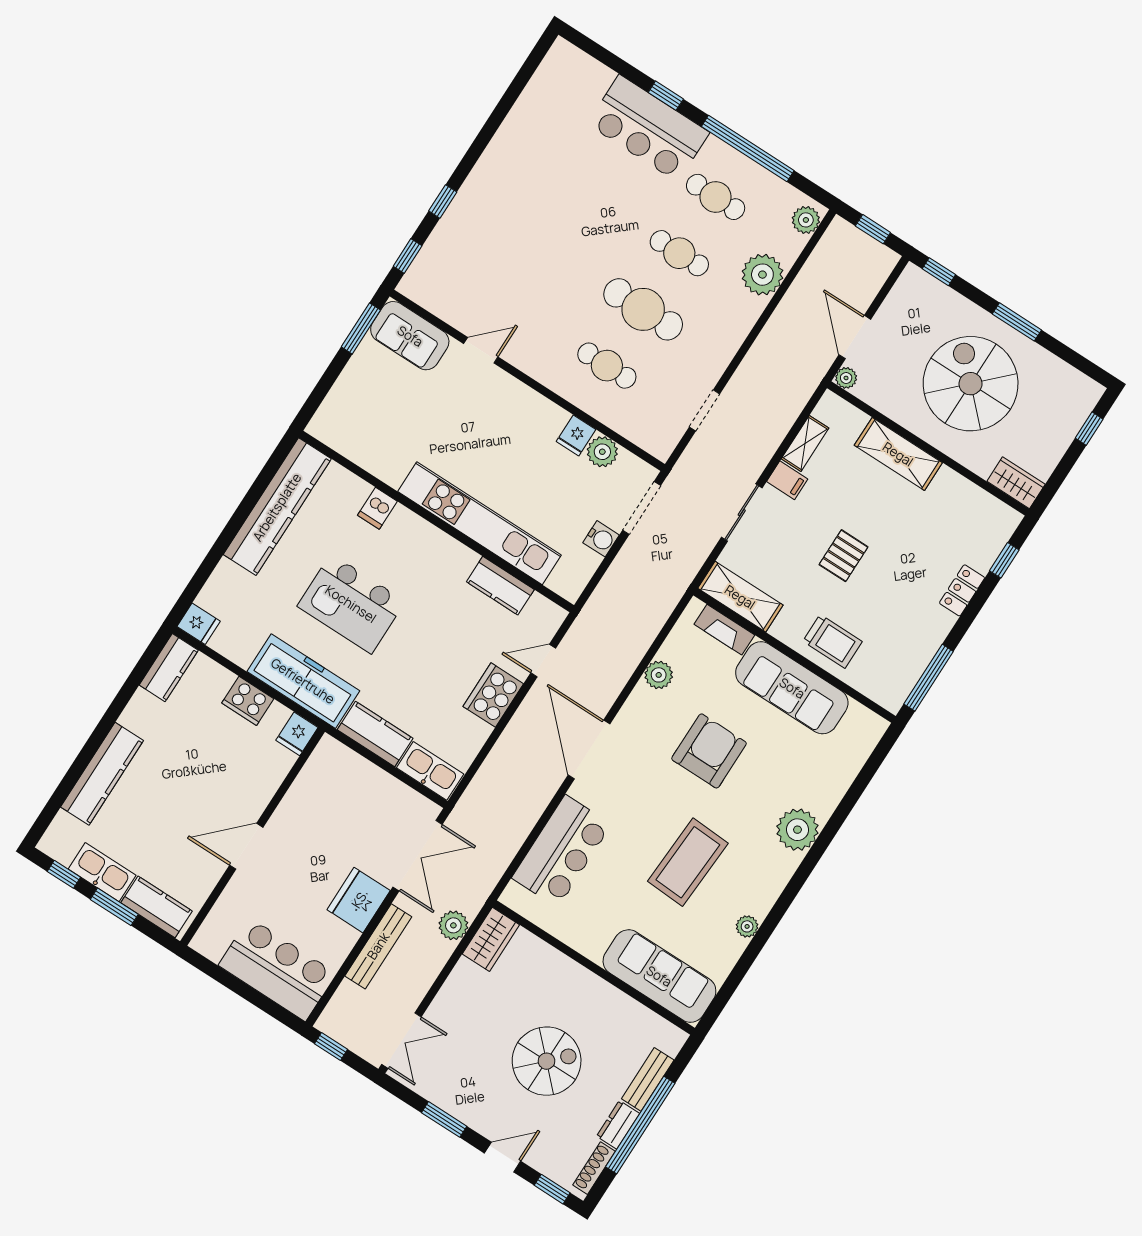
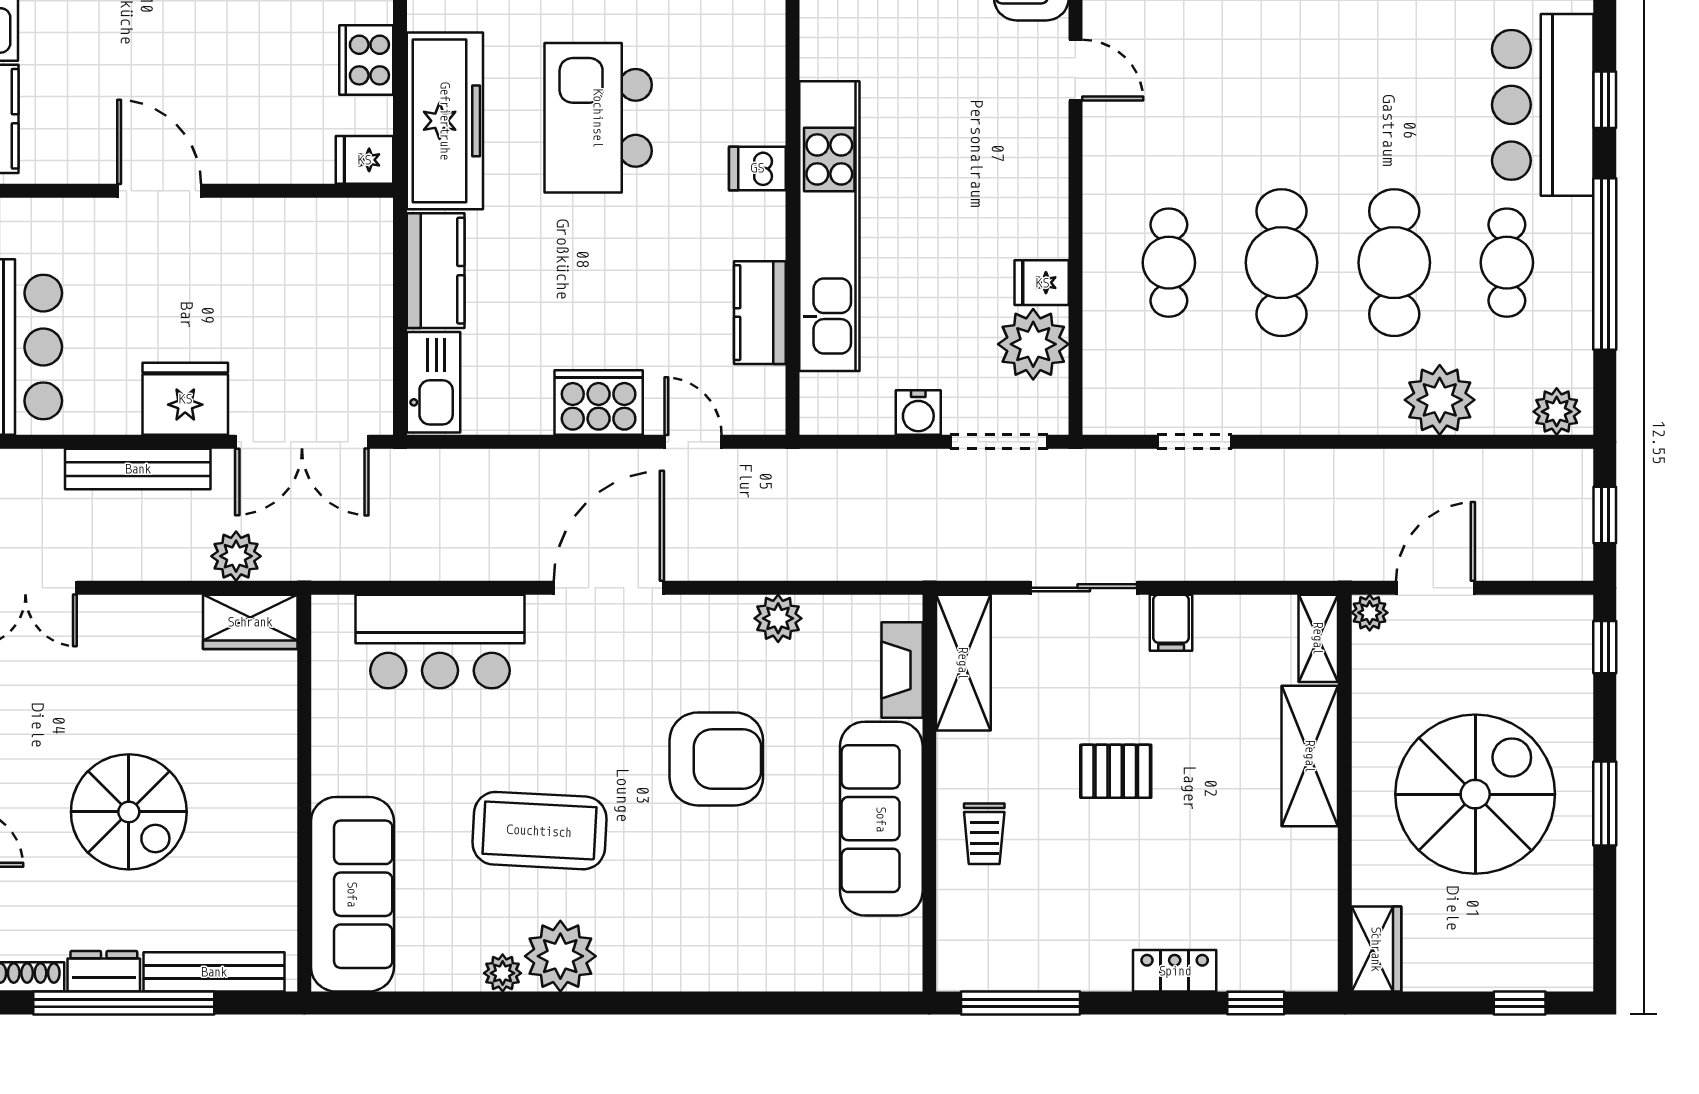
cafe table: (679, 253) -> (1394, 263), width x1.37, depth x1.35
shelving: (805, 443) -> (1318, 638), moved, turned 90
plant: (602, 452) -> (1033, 344), width x1.36, depth x1.36
dishwasher: (377, 508) -> (757, 168), moved
trolley: (832, 641) -> (984, 834), width x0.73, depth x0.72
plant: (797, 830) -> (560, 956), moved
bench: (648, 1079) -> (214, 972), width x1.36

